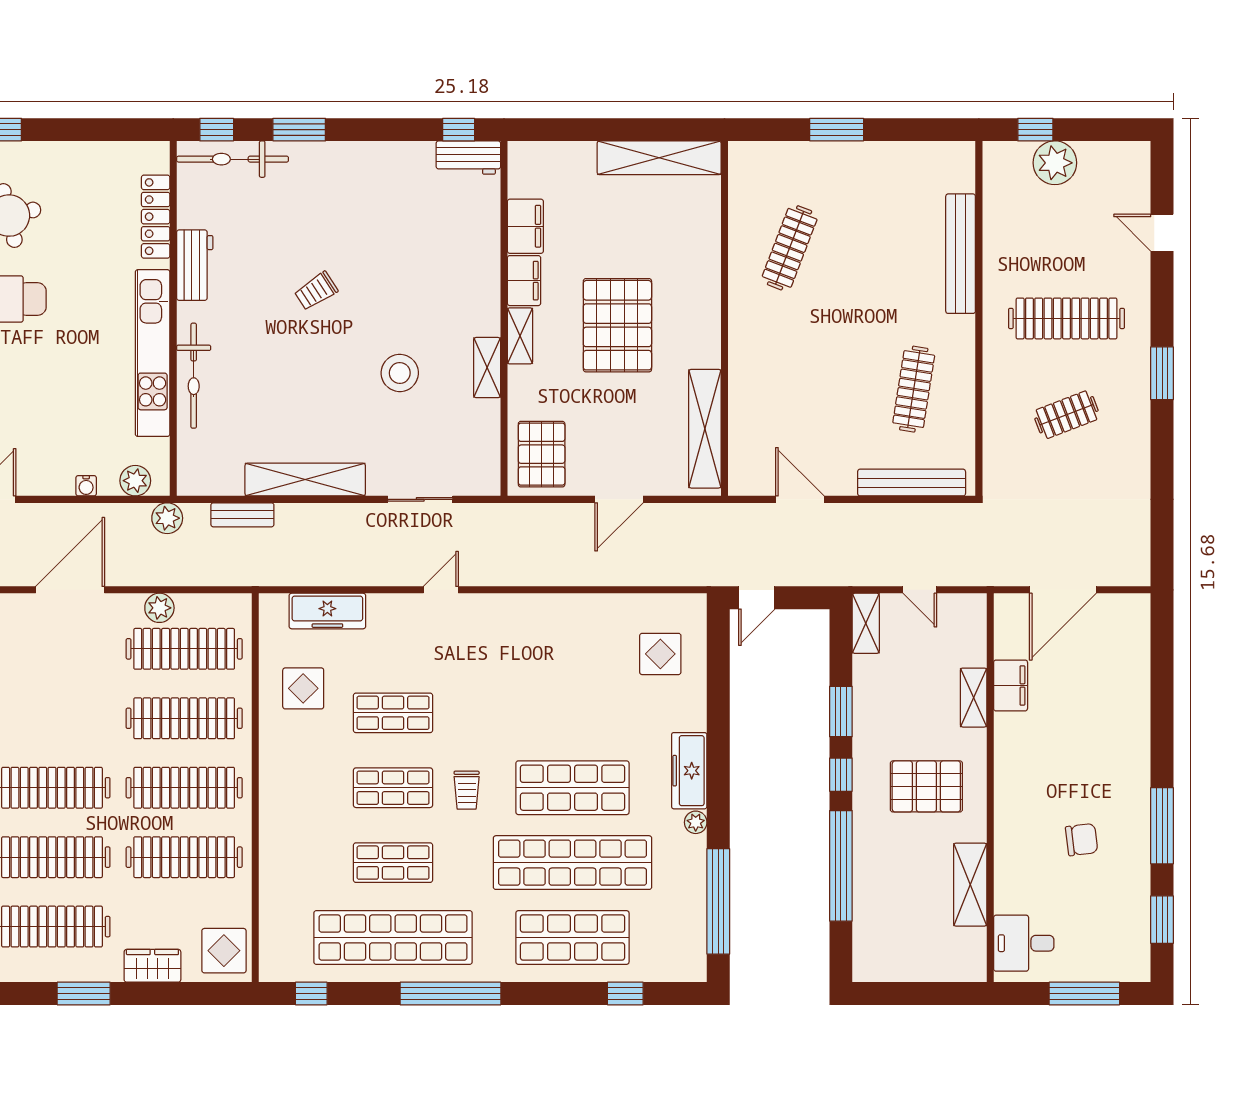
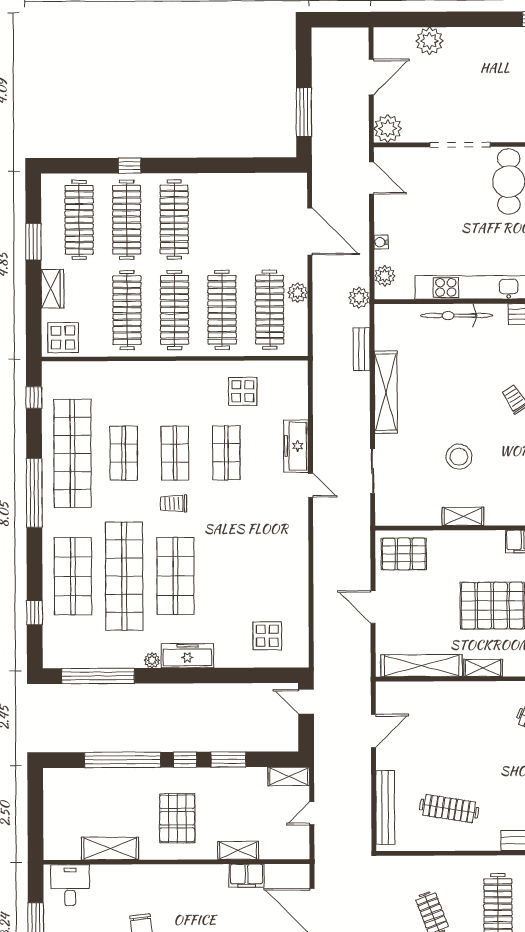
shelving: (520, 336) -> (483, 668), moved
freezer: (327, 611) -> (296, 446), moved

